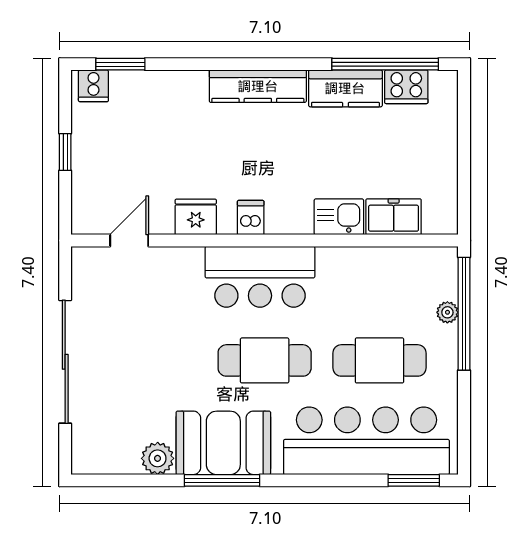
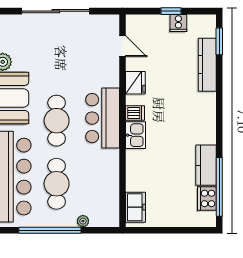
cooker: (93, 86) -> (178, 23), moved, turned -90
kitchen counter: (258, 86) -> (207, 65), moved
kitchen sink: (339, 217) -> (135, 135), moved
freezer: (394, 217) -> (135, 207), moved
window: (464, 314) -> (50, 230), moved

